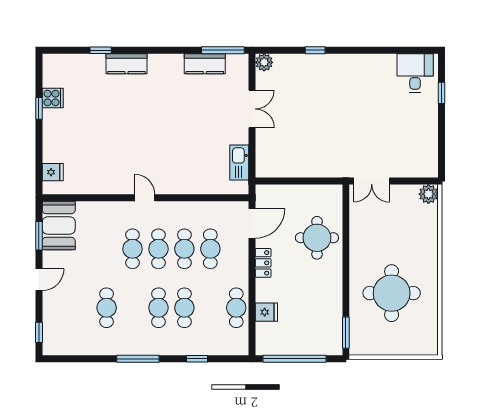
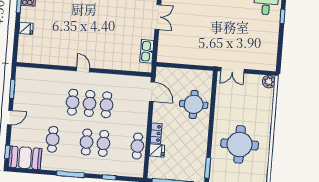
fridge: (53, 172) -> (26, 28), moved
door: (252, 223) -> (152, 92), hinge flipped
booth: (59, 226) -> (25, 158), moved, turned 90
cafe table: (210, 249) -> (123, 106), removed
locker: (263, 263) -> (156, 133), moved

